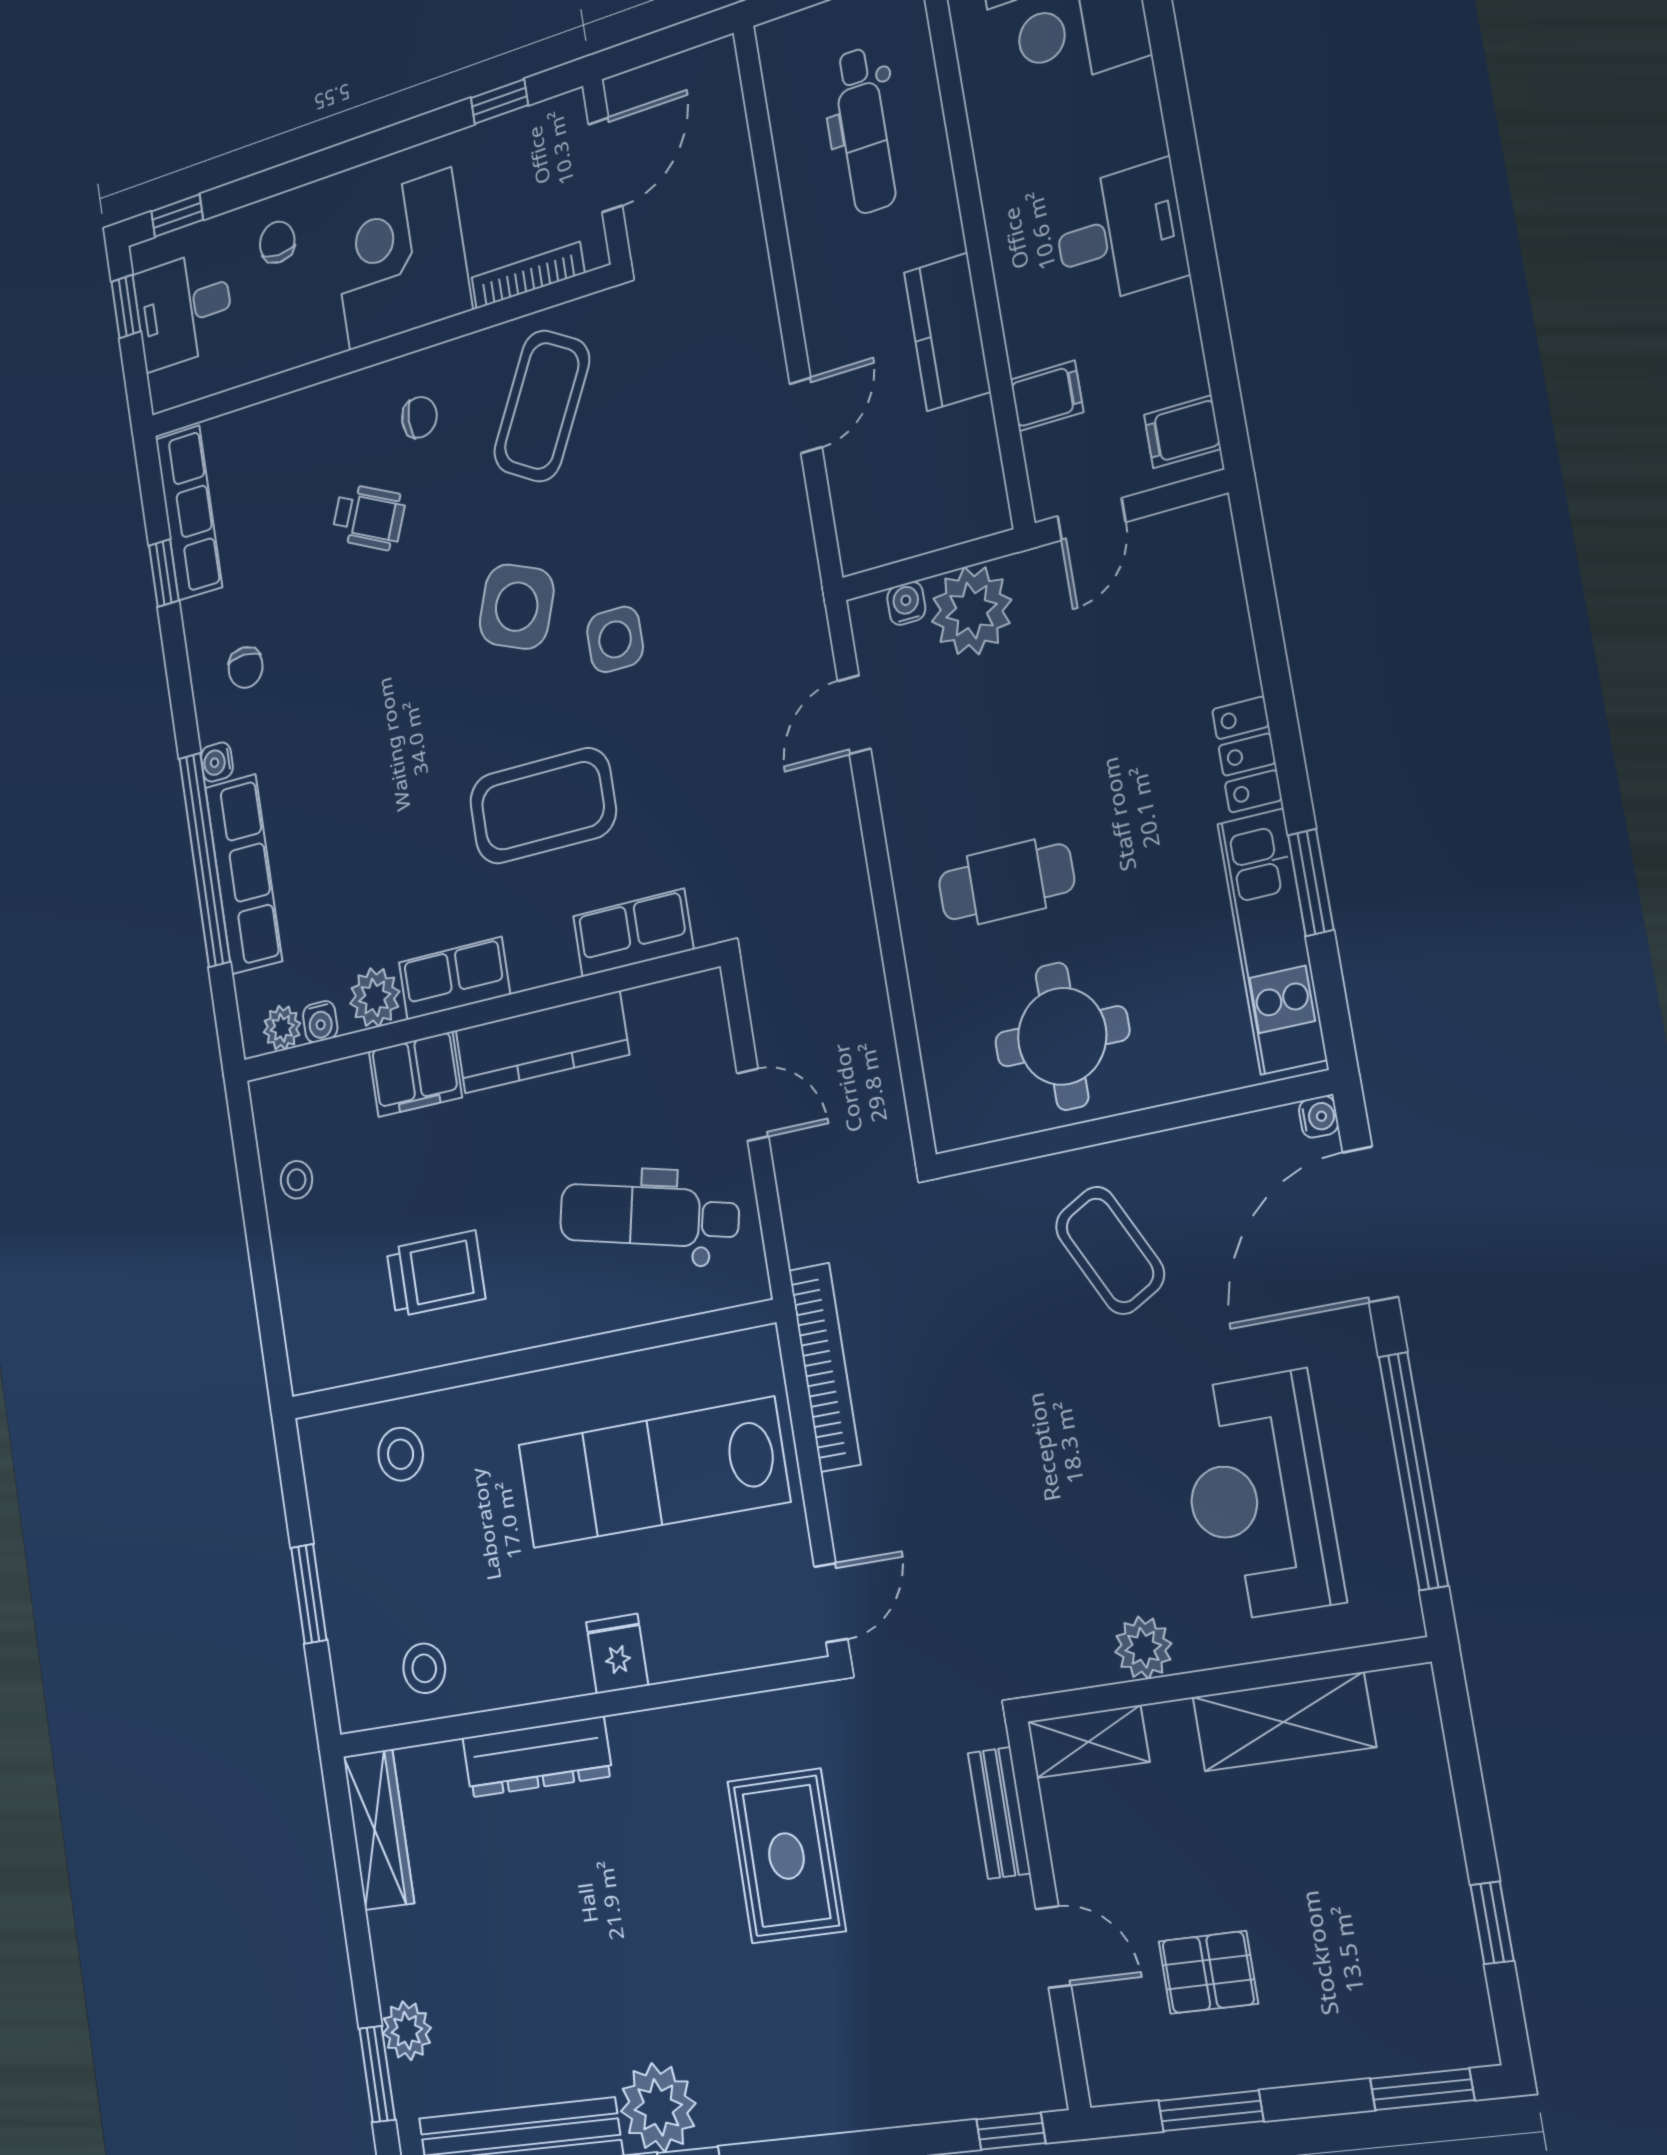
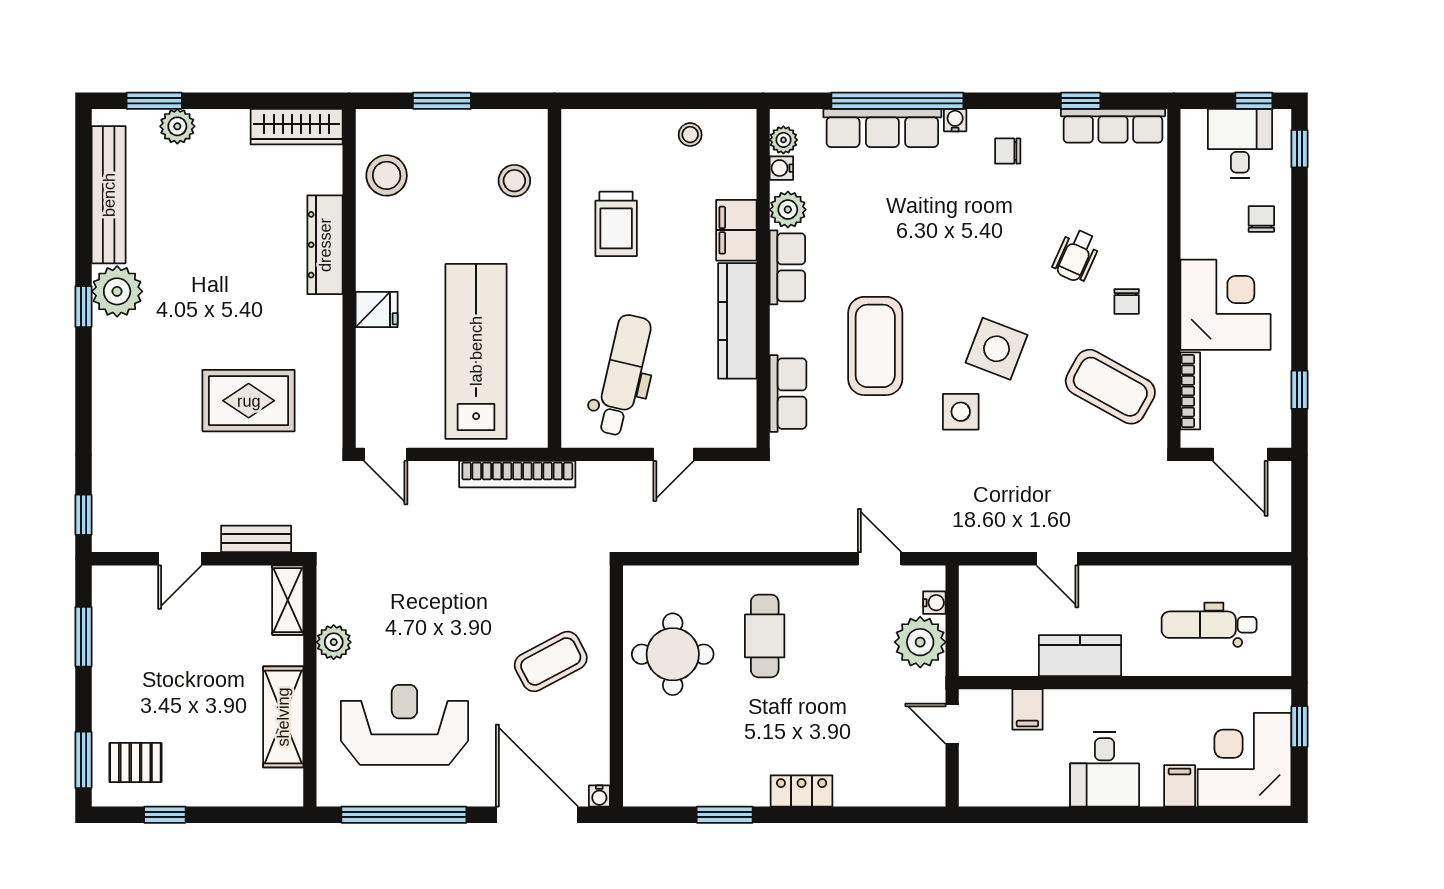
chair: (277, 242) -> (1261, 219), turned -90
filing cabinet: (1182, 432) -> (1180, 786), moved
kitchen unit: (1272, 941) -> (698, 787), removed
stool: (424, 1668) -> (387, 175), width x1.38, depth x1.38
pallet: (1208, 1972) -> (135, 762), moved, turned 90

